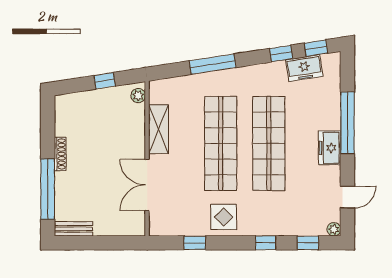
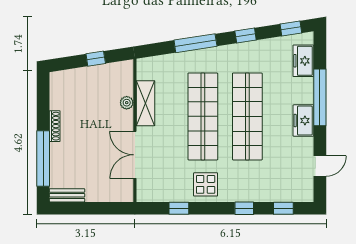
window: (281, 54) -> (246, 35), moved
freezer: (304, 68) -> (303, 61), moved, turned 99
plant: (138, 96) -> (127, 103), moved
plant: (334, 229) -> (307, 196), removed

